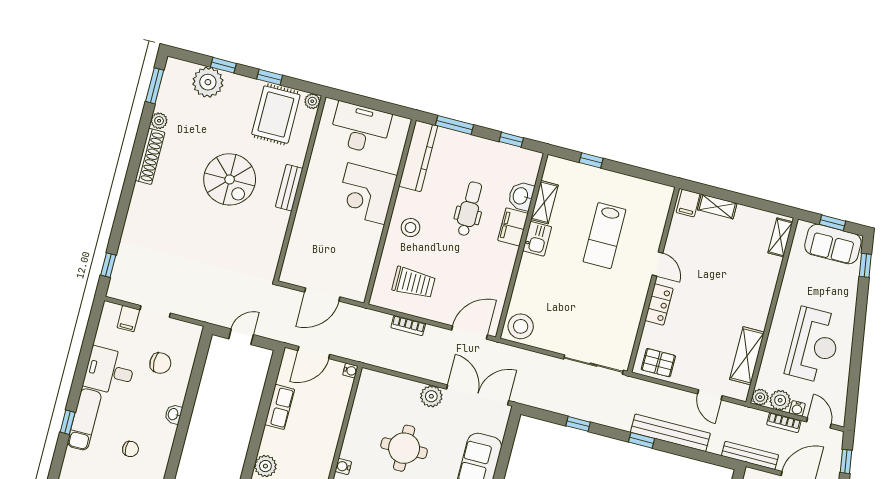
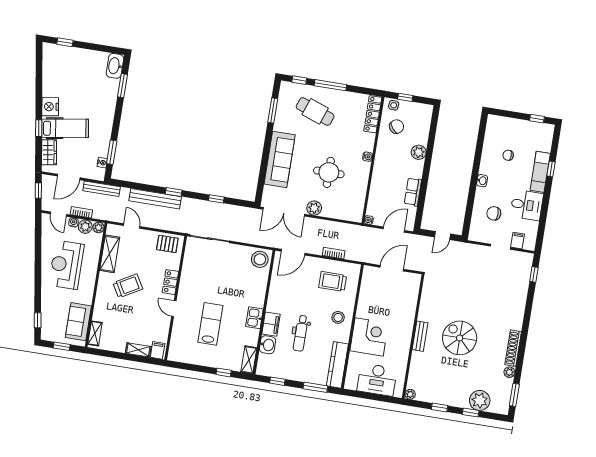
rug: (276, 115) -> (433, 383), removed
shelving: (544, 202) -> (249, 360), moved
sofa: (833, 244) -> (78, 322), moved, turned -90
trolley: (724, 305) -> (128, 286), added

